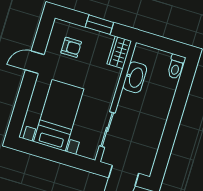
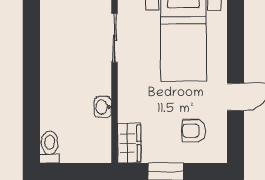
washbasin: (135, 77) -> (103, 107), width x0.52, depth x0.69

